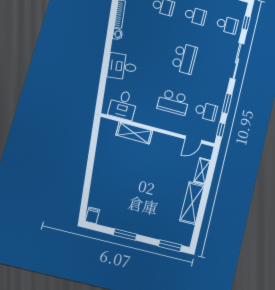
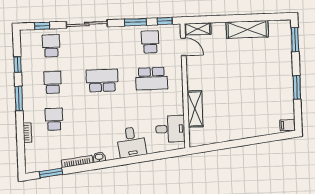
school desk: (173, 102) -> (152, 79), turned 90
shelving: (202, 171) -> (198, 29), moved

